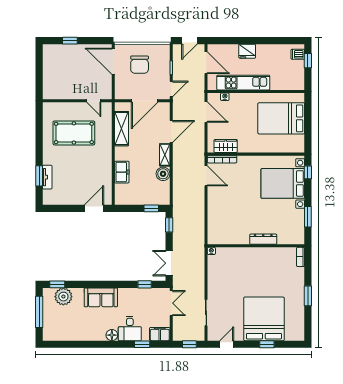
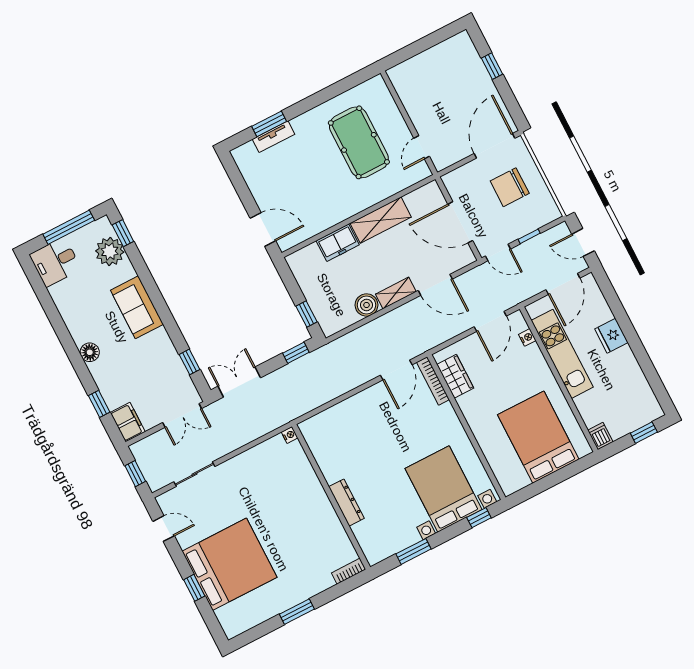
dishwasher: (298, 54) -> (600, 436), moved
shelving: (121, 129) -> (381, 220), moved
desk: (130, 329) -> (55, 262), moved

